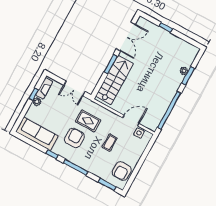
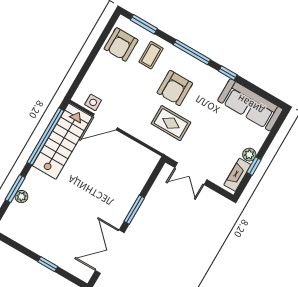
stairs: (114, 80) -> (62, 141), moved, turned 180
double door: (74, 88) -> (191, 174), swing flipped
armchair: (74, 138) -> (175, 88), moved
coffee table: (110, 143) -> (151, 55), moved
armchair: (122, 171) -> (121, 44), turned 180

